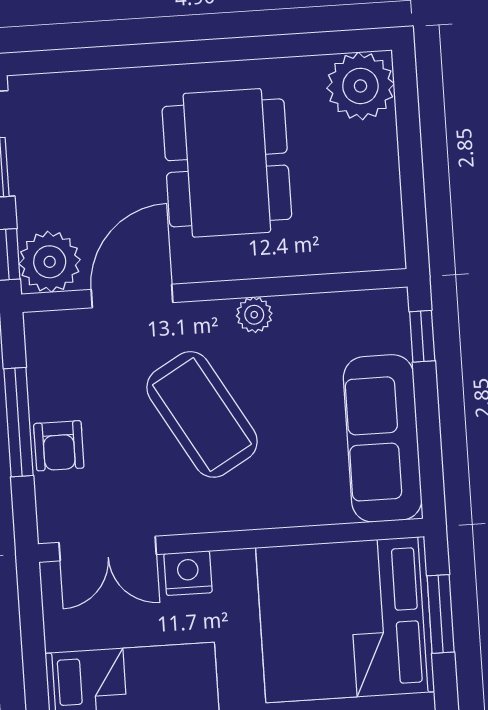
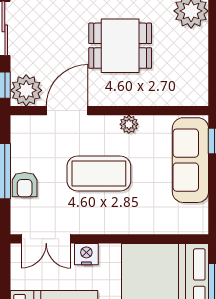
dining table: (227, 163) -> (120, 46), width x0.73
coffee table: (202, 414) -> (99, 174), turned -60
sofa: (383, 438) -> (190, 160), moved

